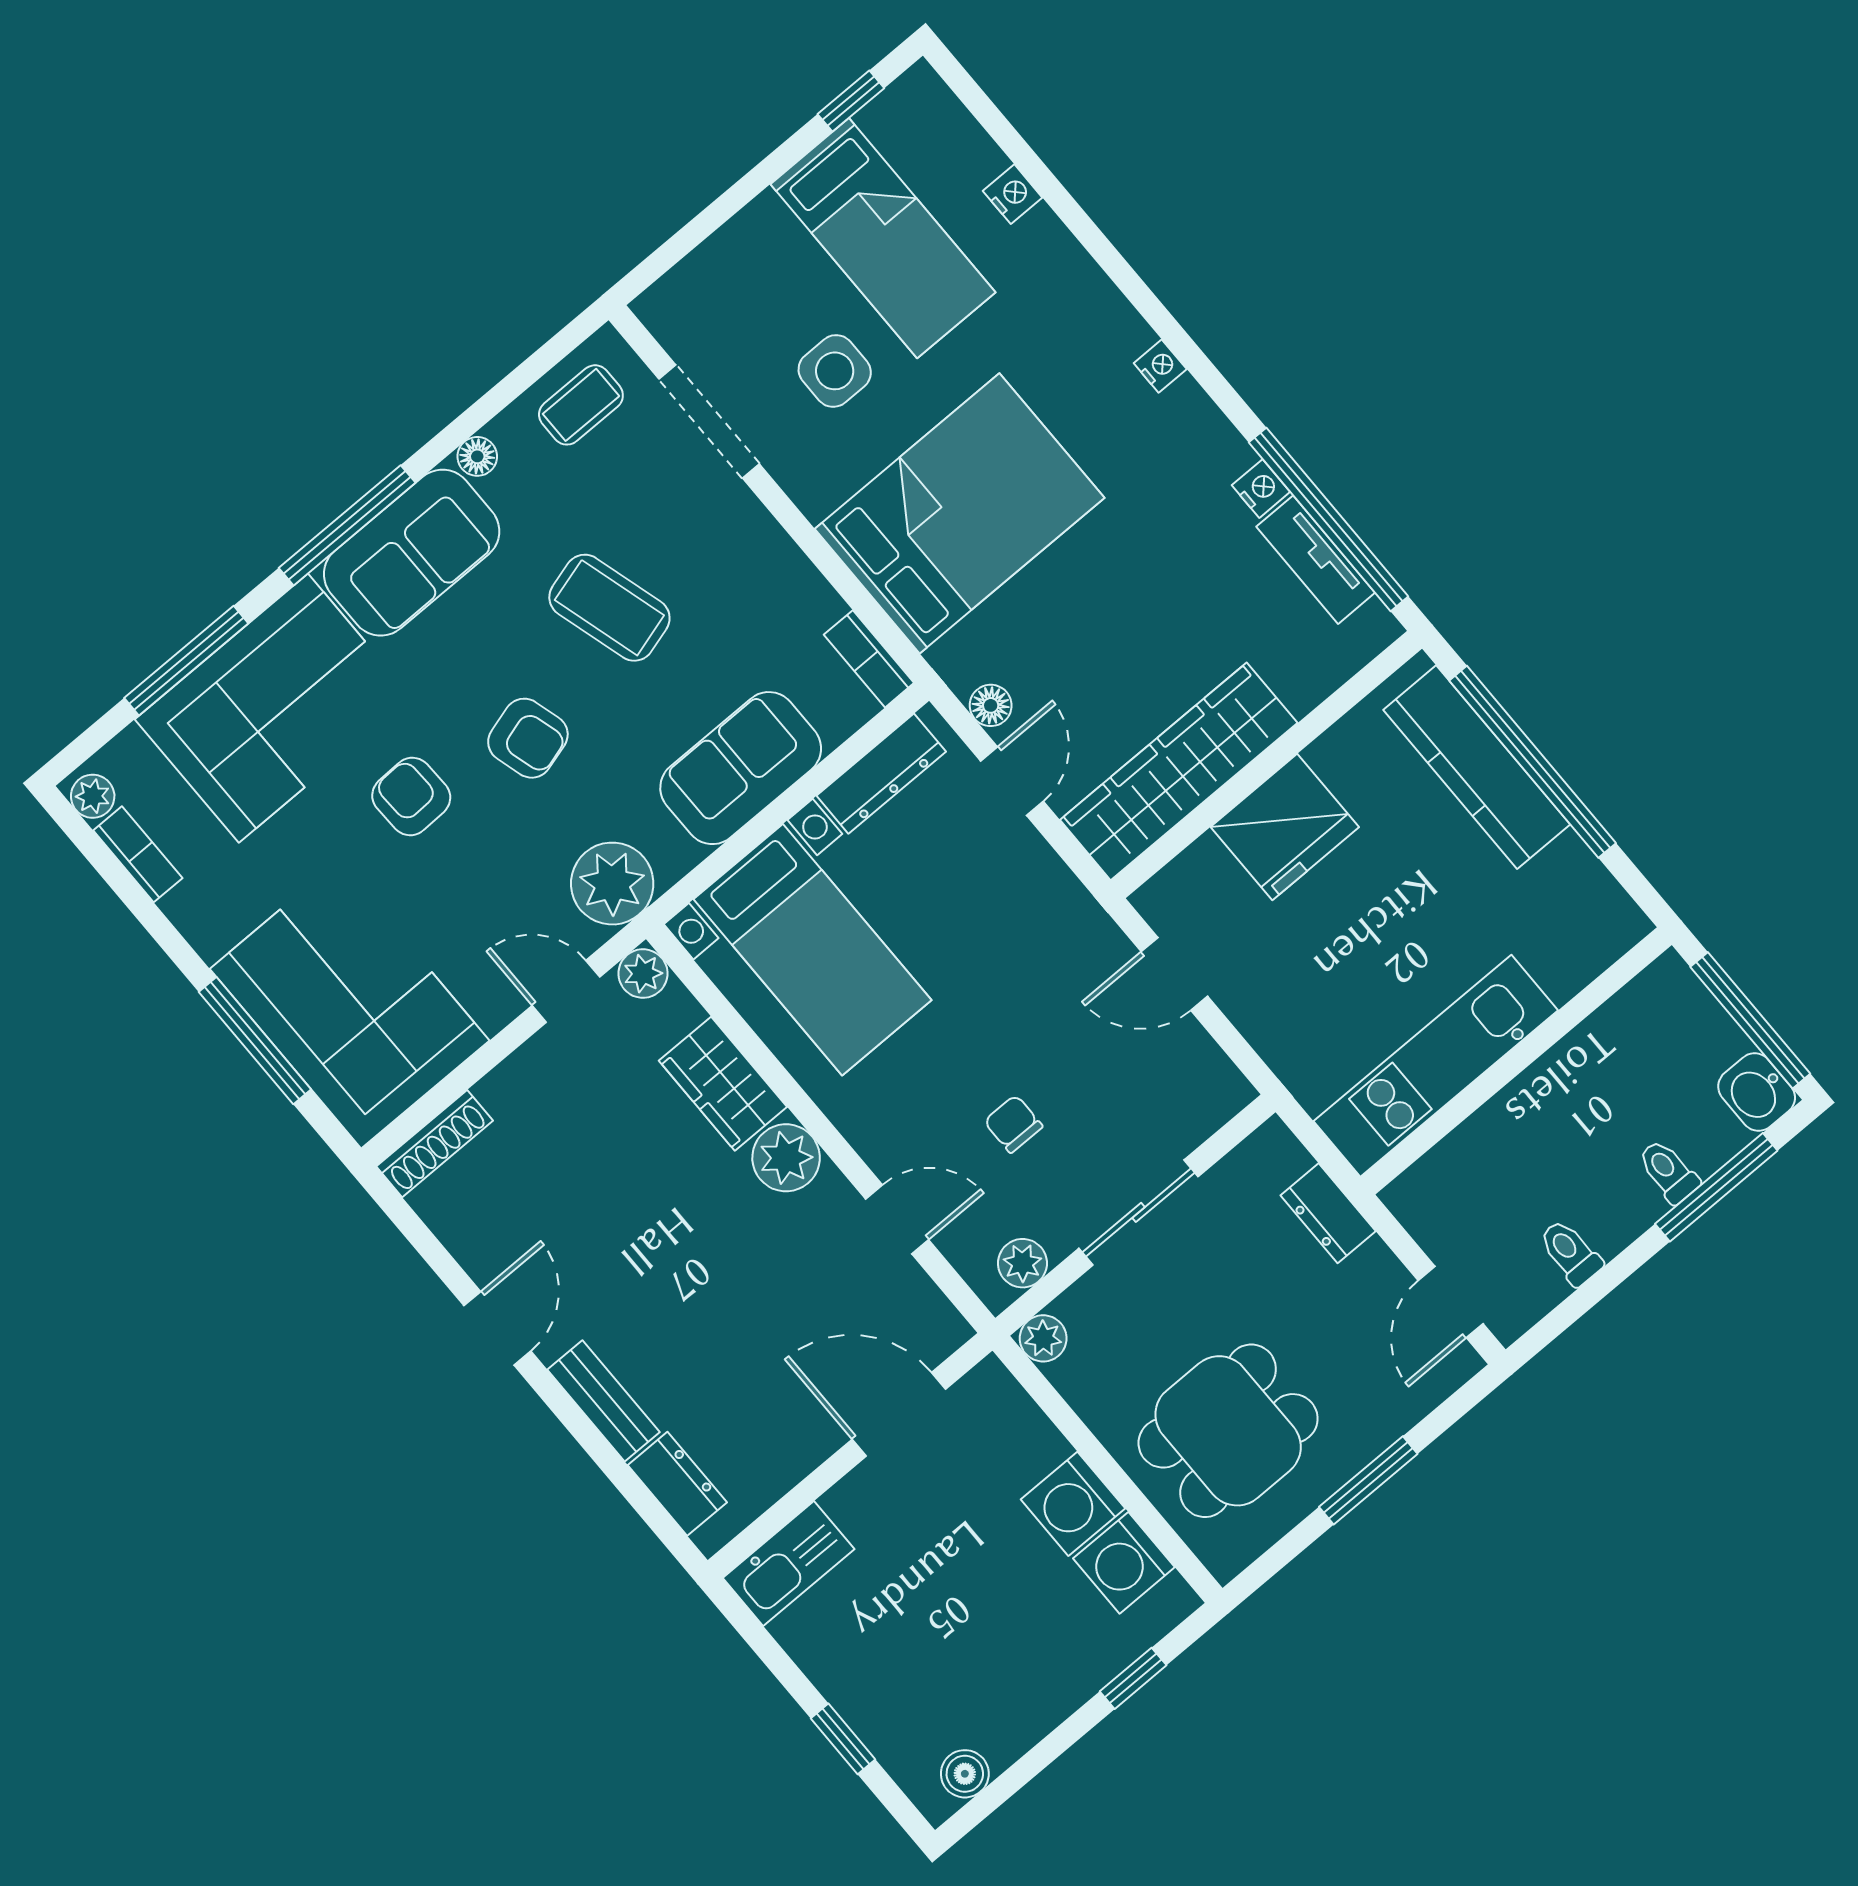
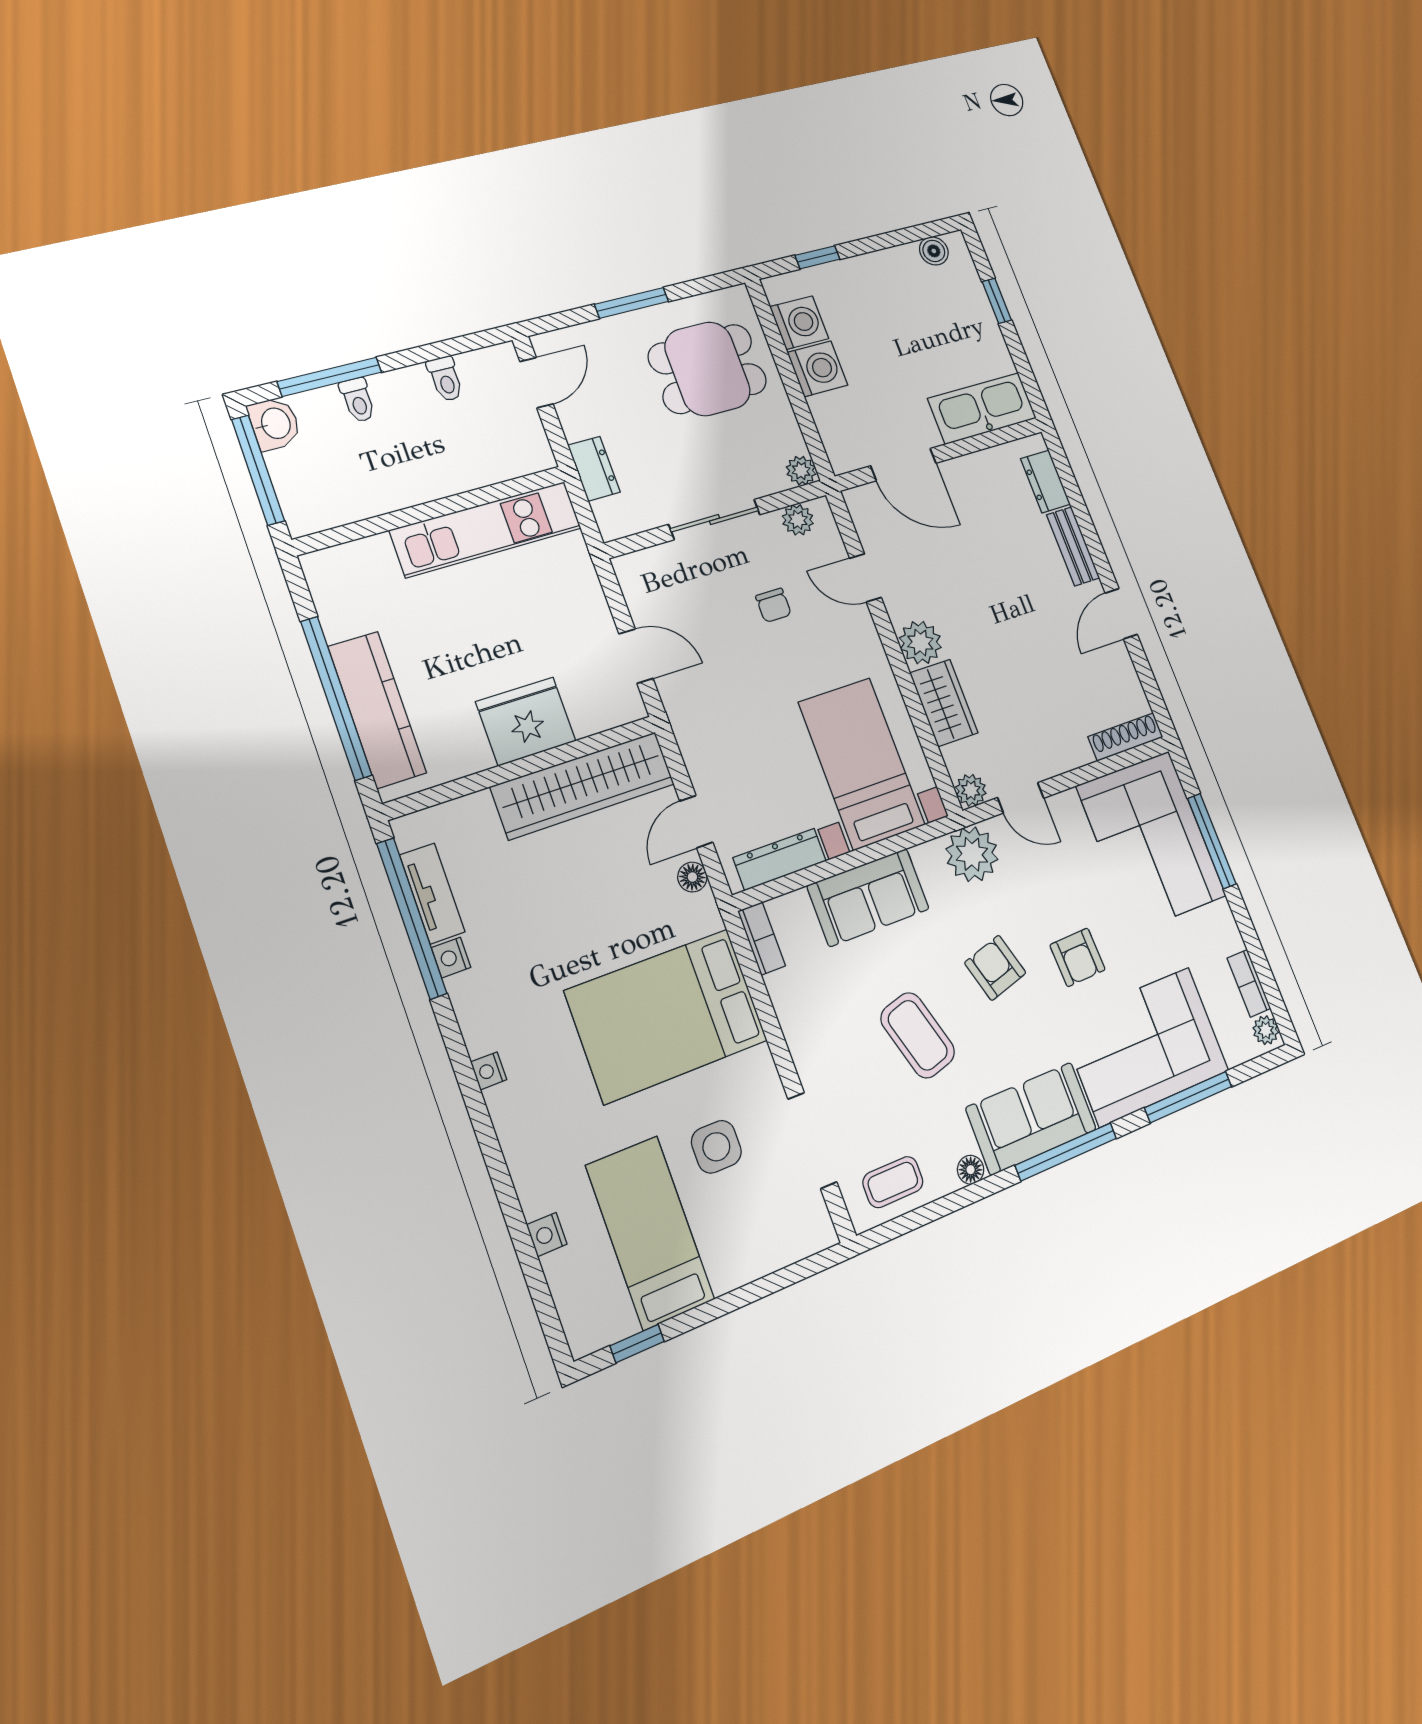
kitchen sink: (789, 1563) -> (982, 408), width x1.36, depth x1.24

